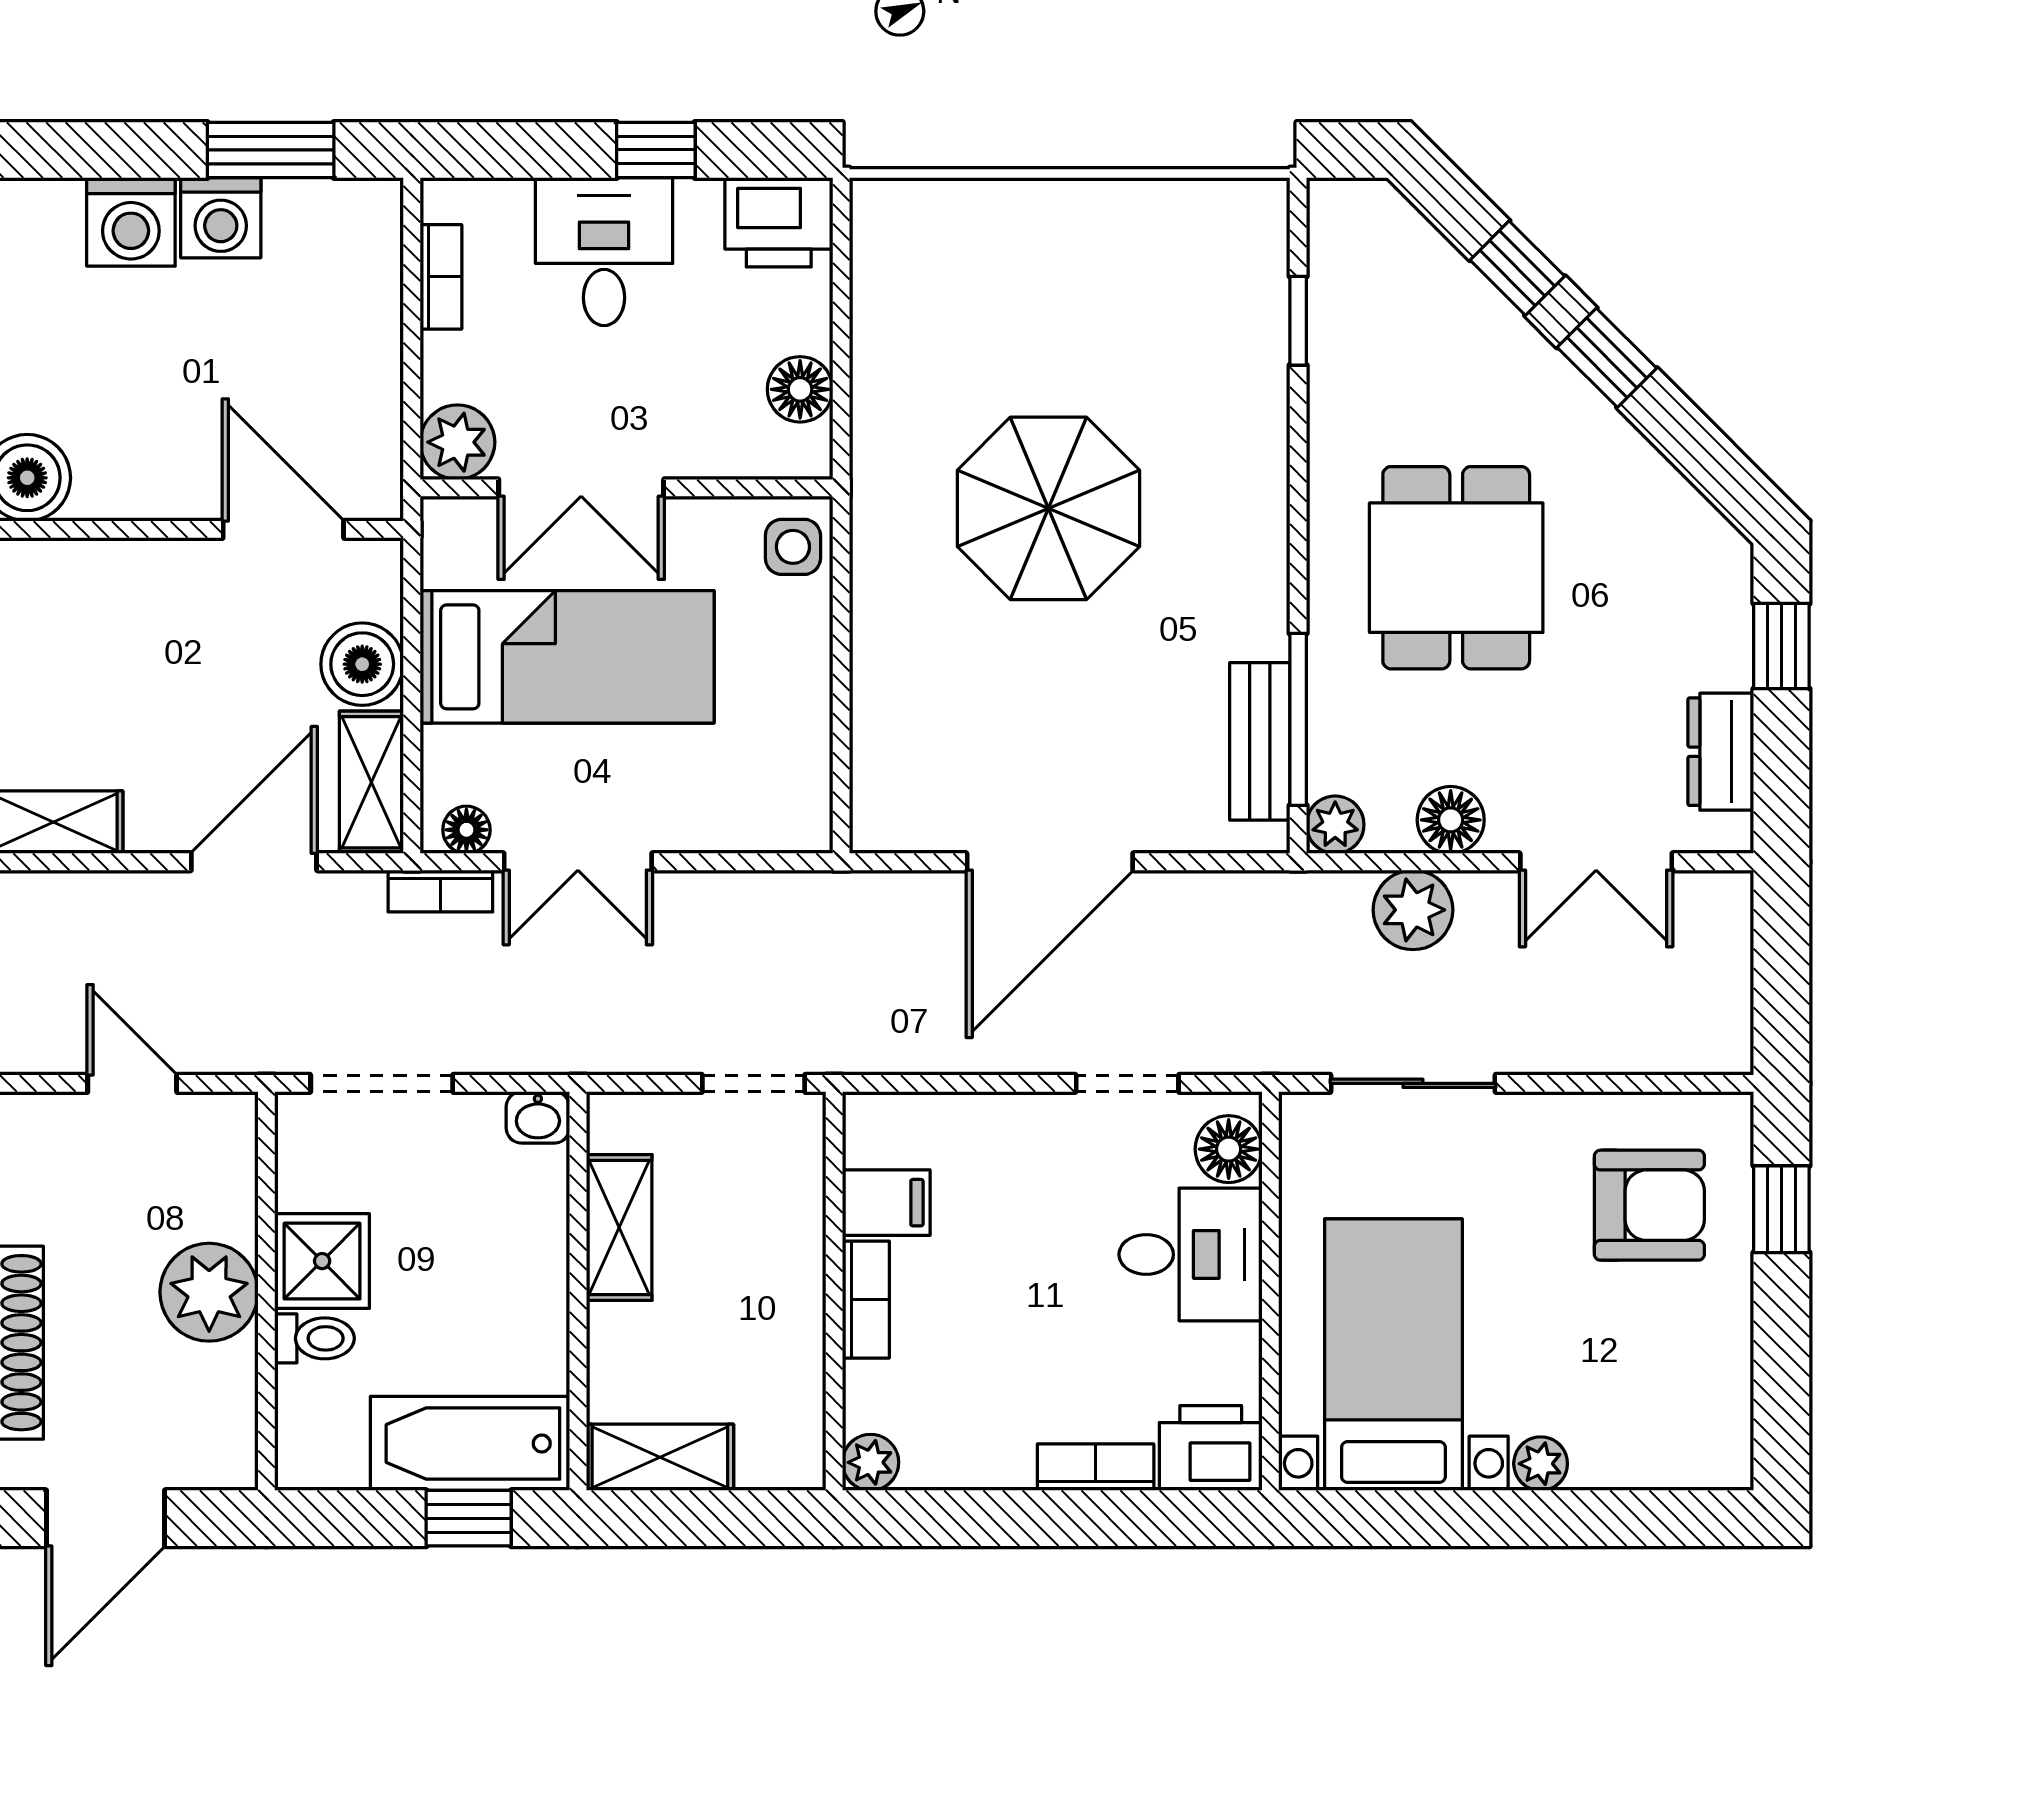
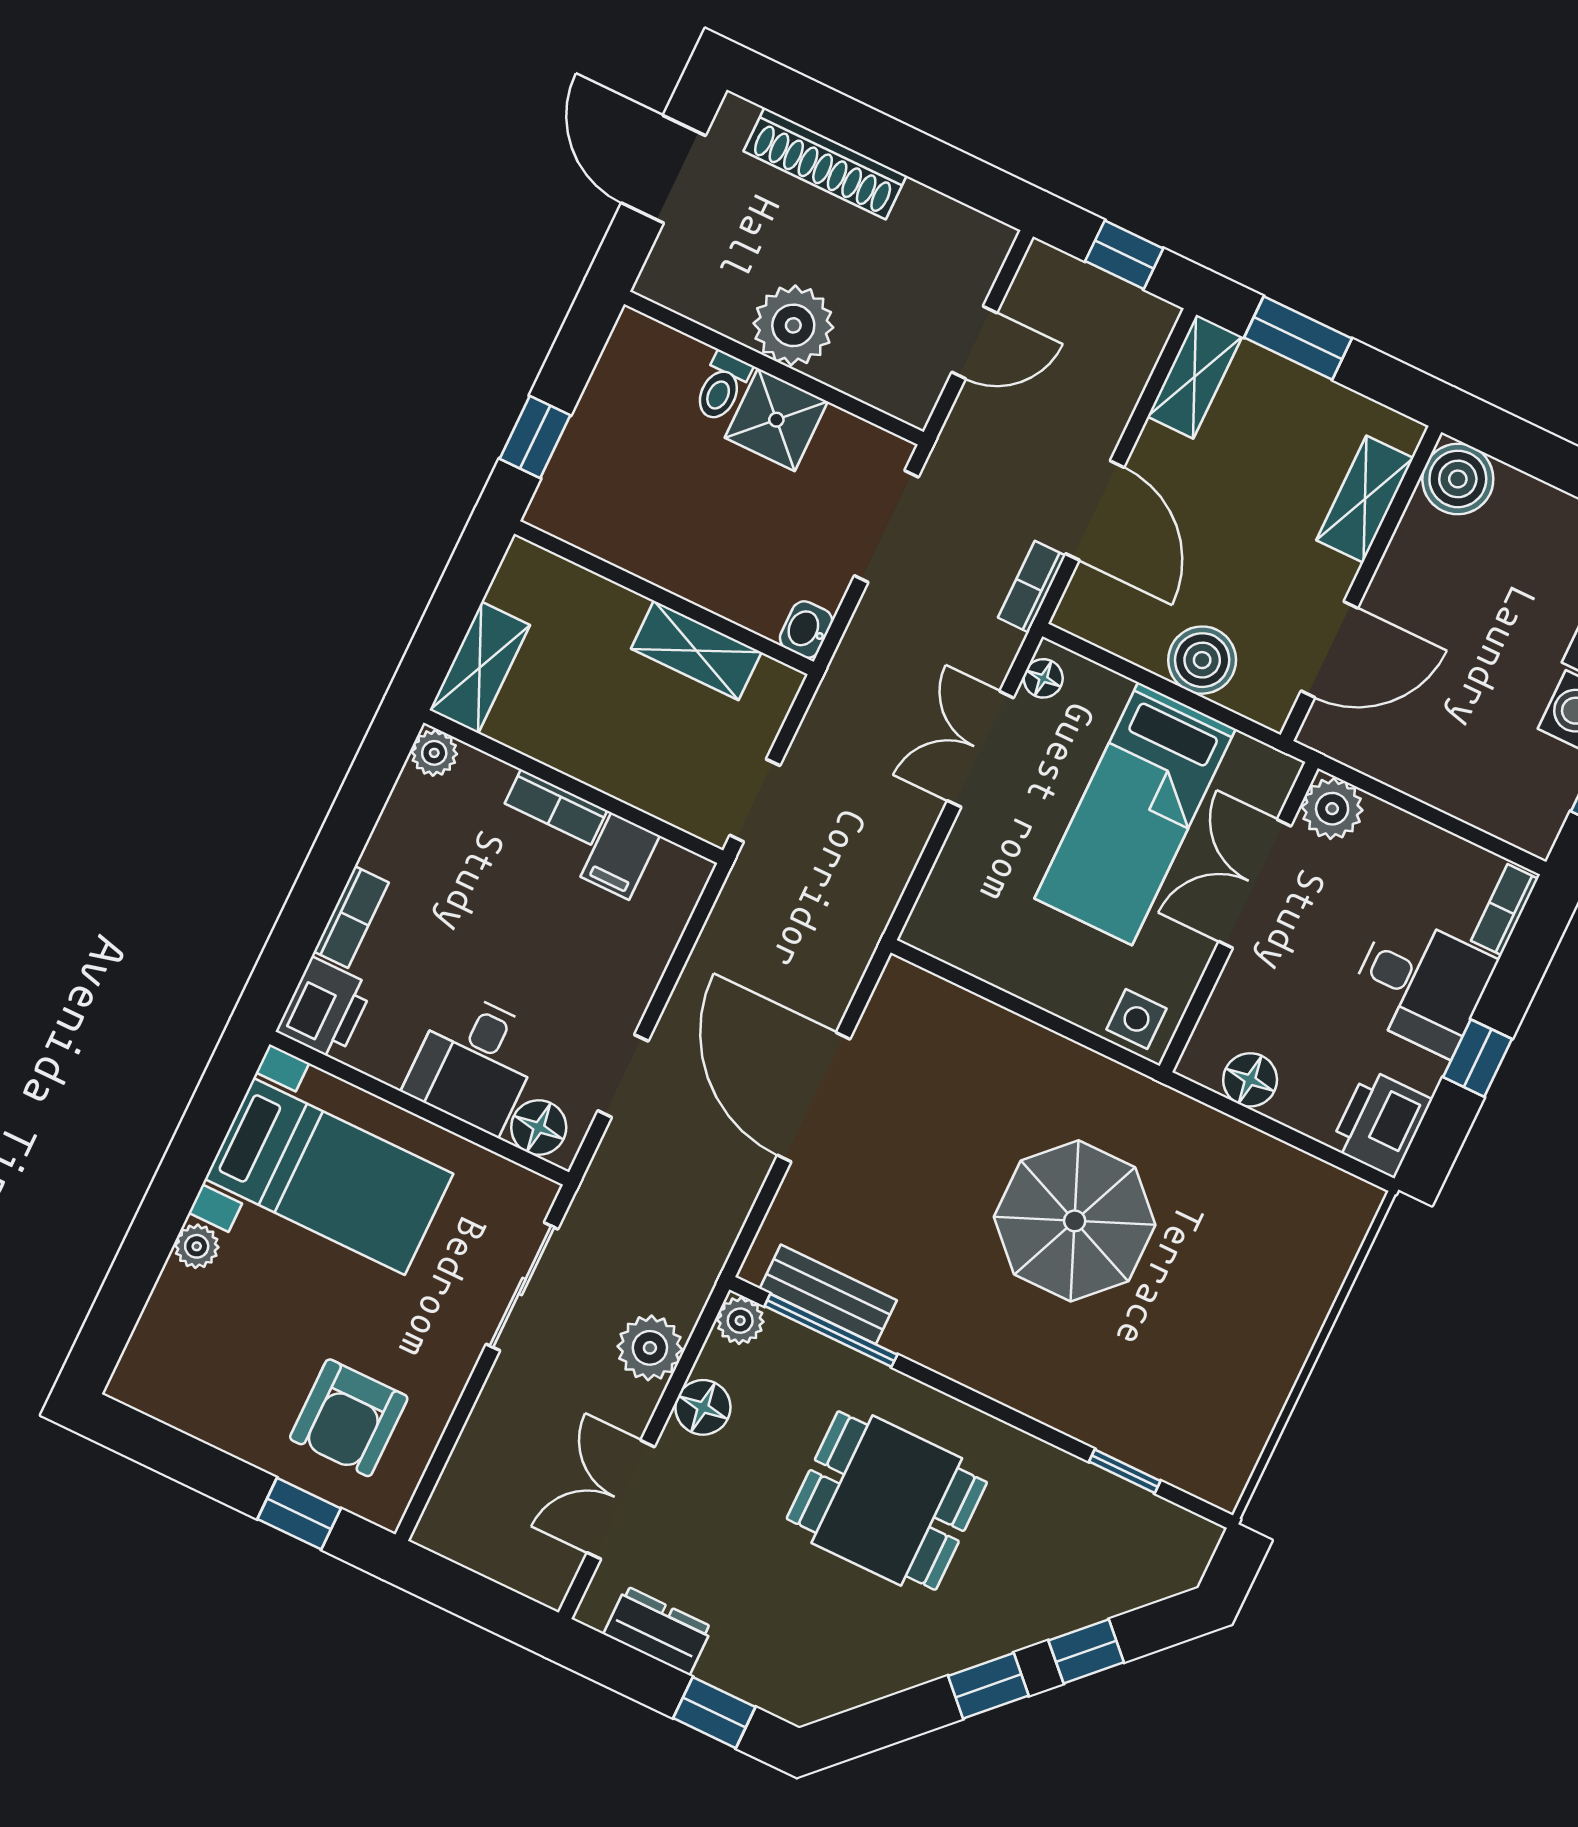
bookcase: (441, 277) -> (1505, 910), moved, turned 90
shelving: (371, 782) -> (1365, 499), moved, turned 90
bookcase: (440, 891) -> (1032, 587), moved
bathtub: (470, 1443) -> (590, 464), removed
shelving: (660, 1457) -> (480, 667), moved

